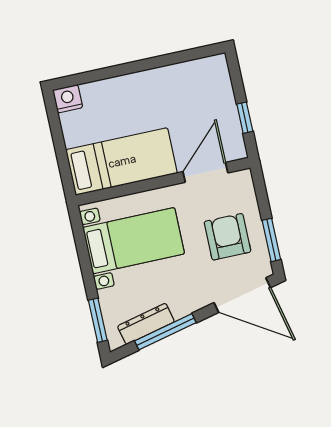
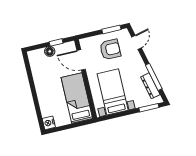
floor lamp: (225, 103) -> (50, 51), added
armchair: (228, 237) -> (110, 49), turned 180
door: (242, 295) -> (137, 42), width x0.53

